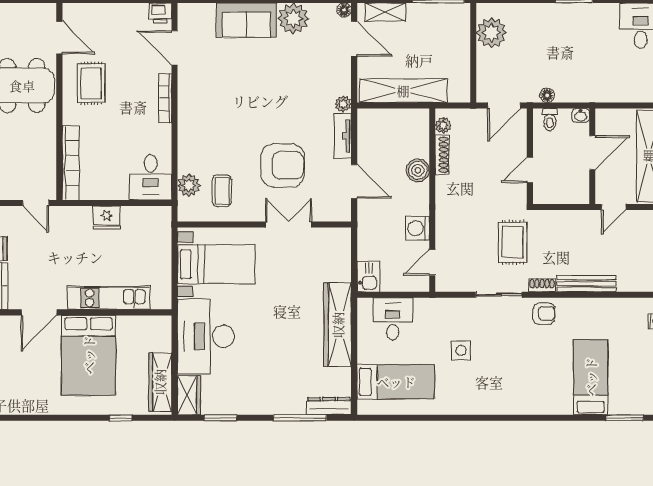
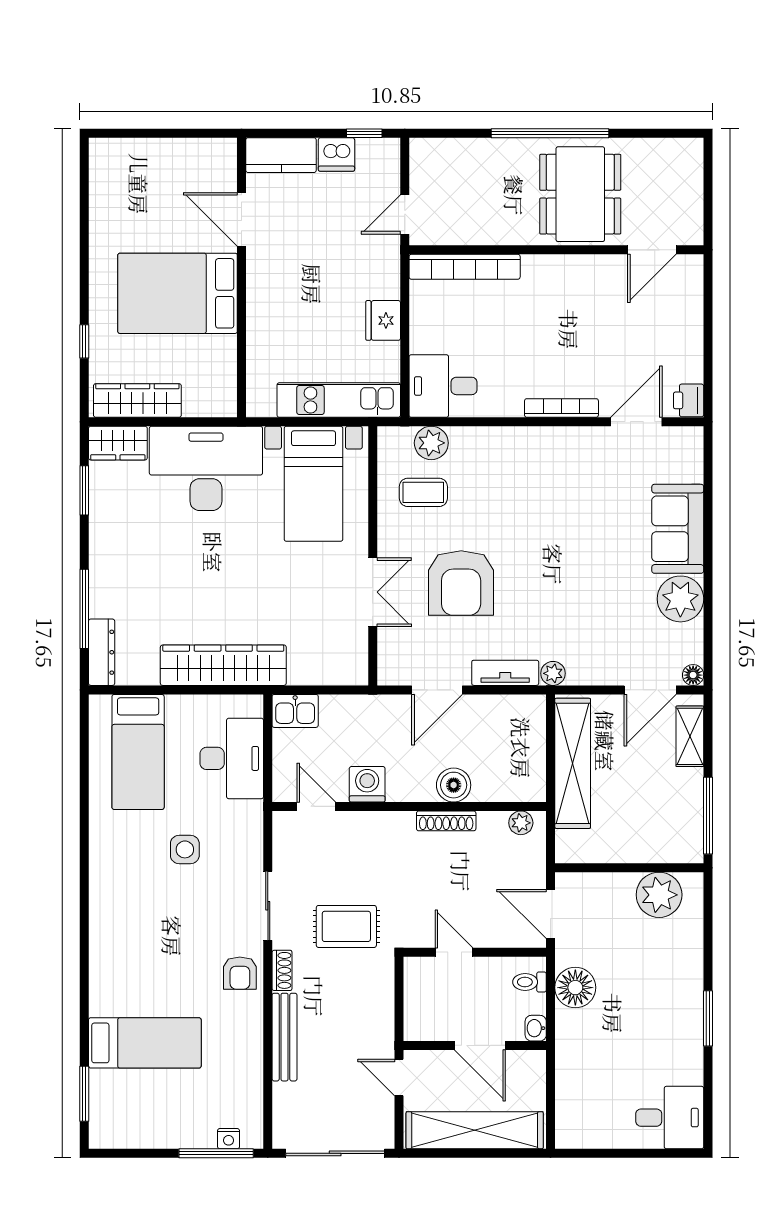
rug: (91, 83) -> (584, 297), removed
floor lamp: (547, 95) -> (575, 988), width x1.89, depth x1.89
shoe rack: (442, 155) -> (446, 821), moved
kitchen unit: (109, 298) -> (339, 400), moved, turned -90
desk: (393, 319) -> (232, 758), width x1.37

